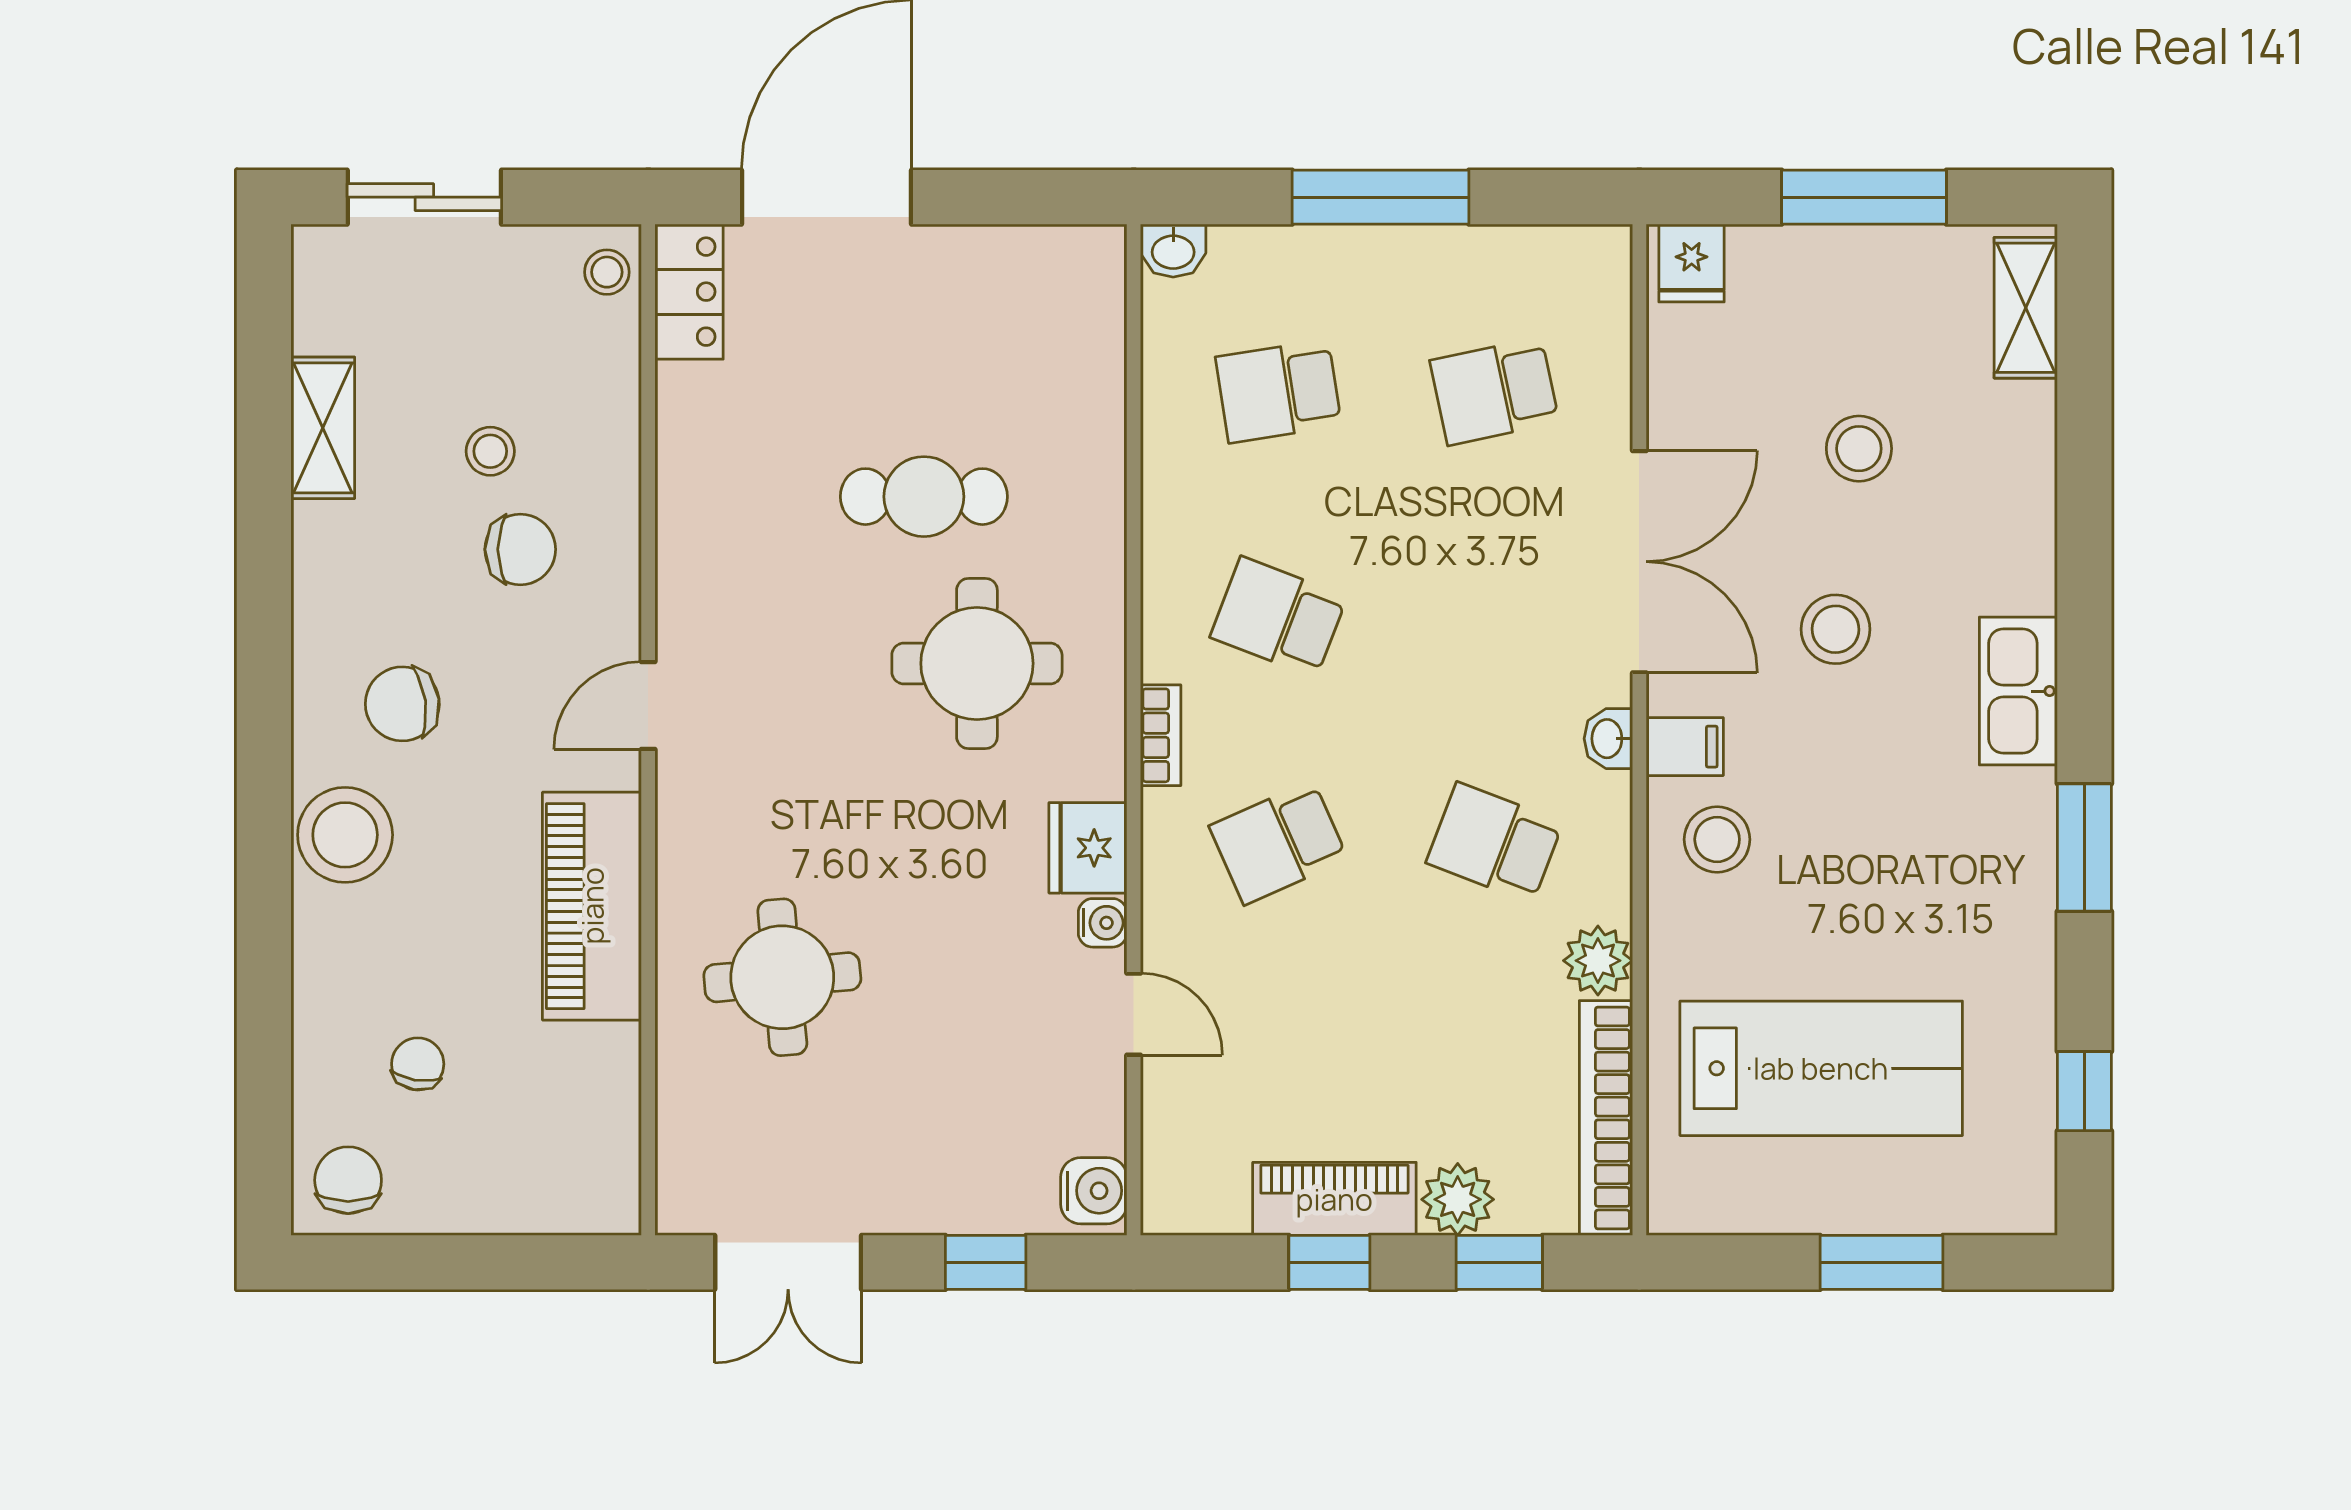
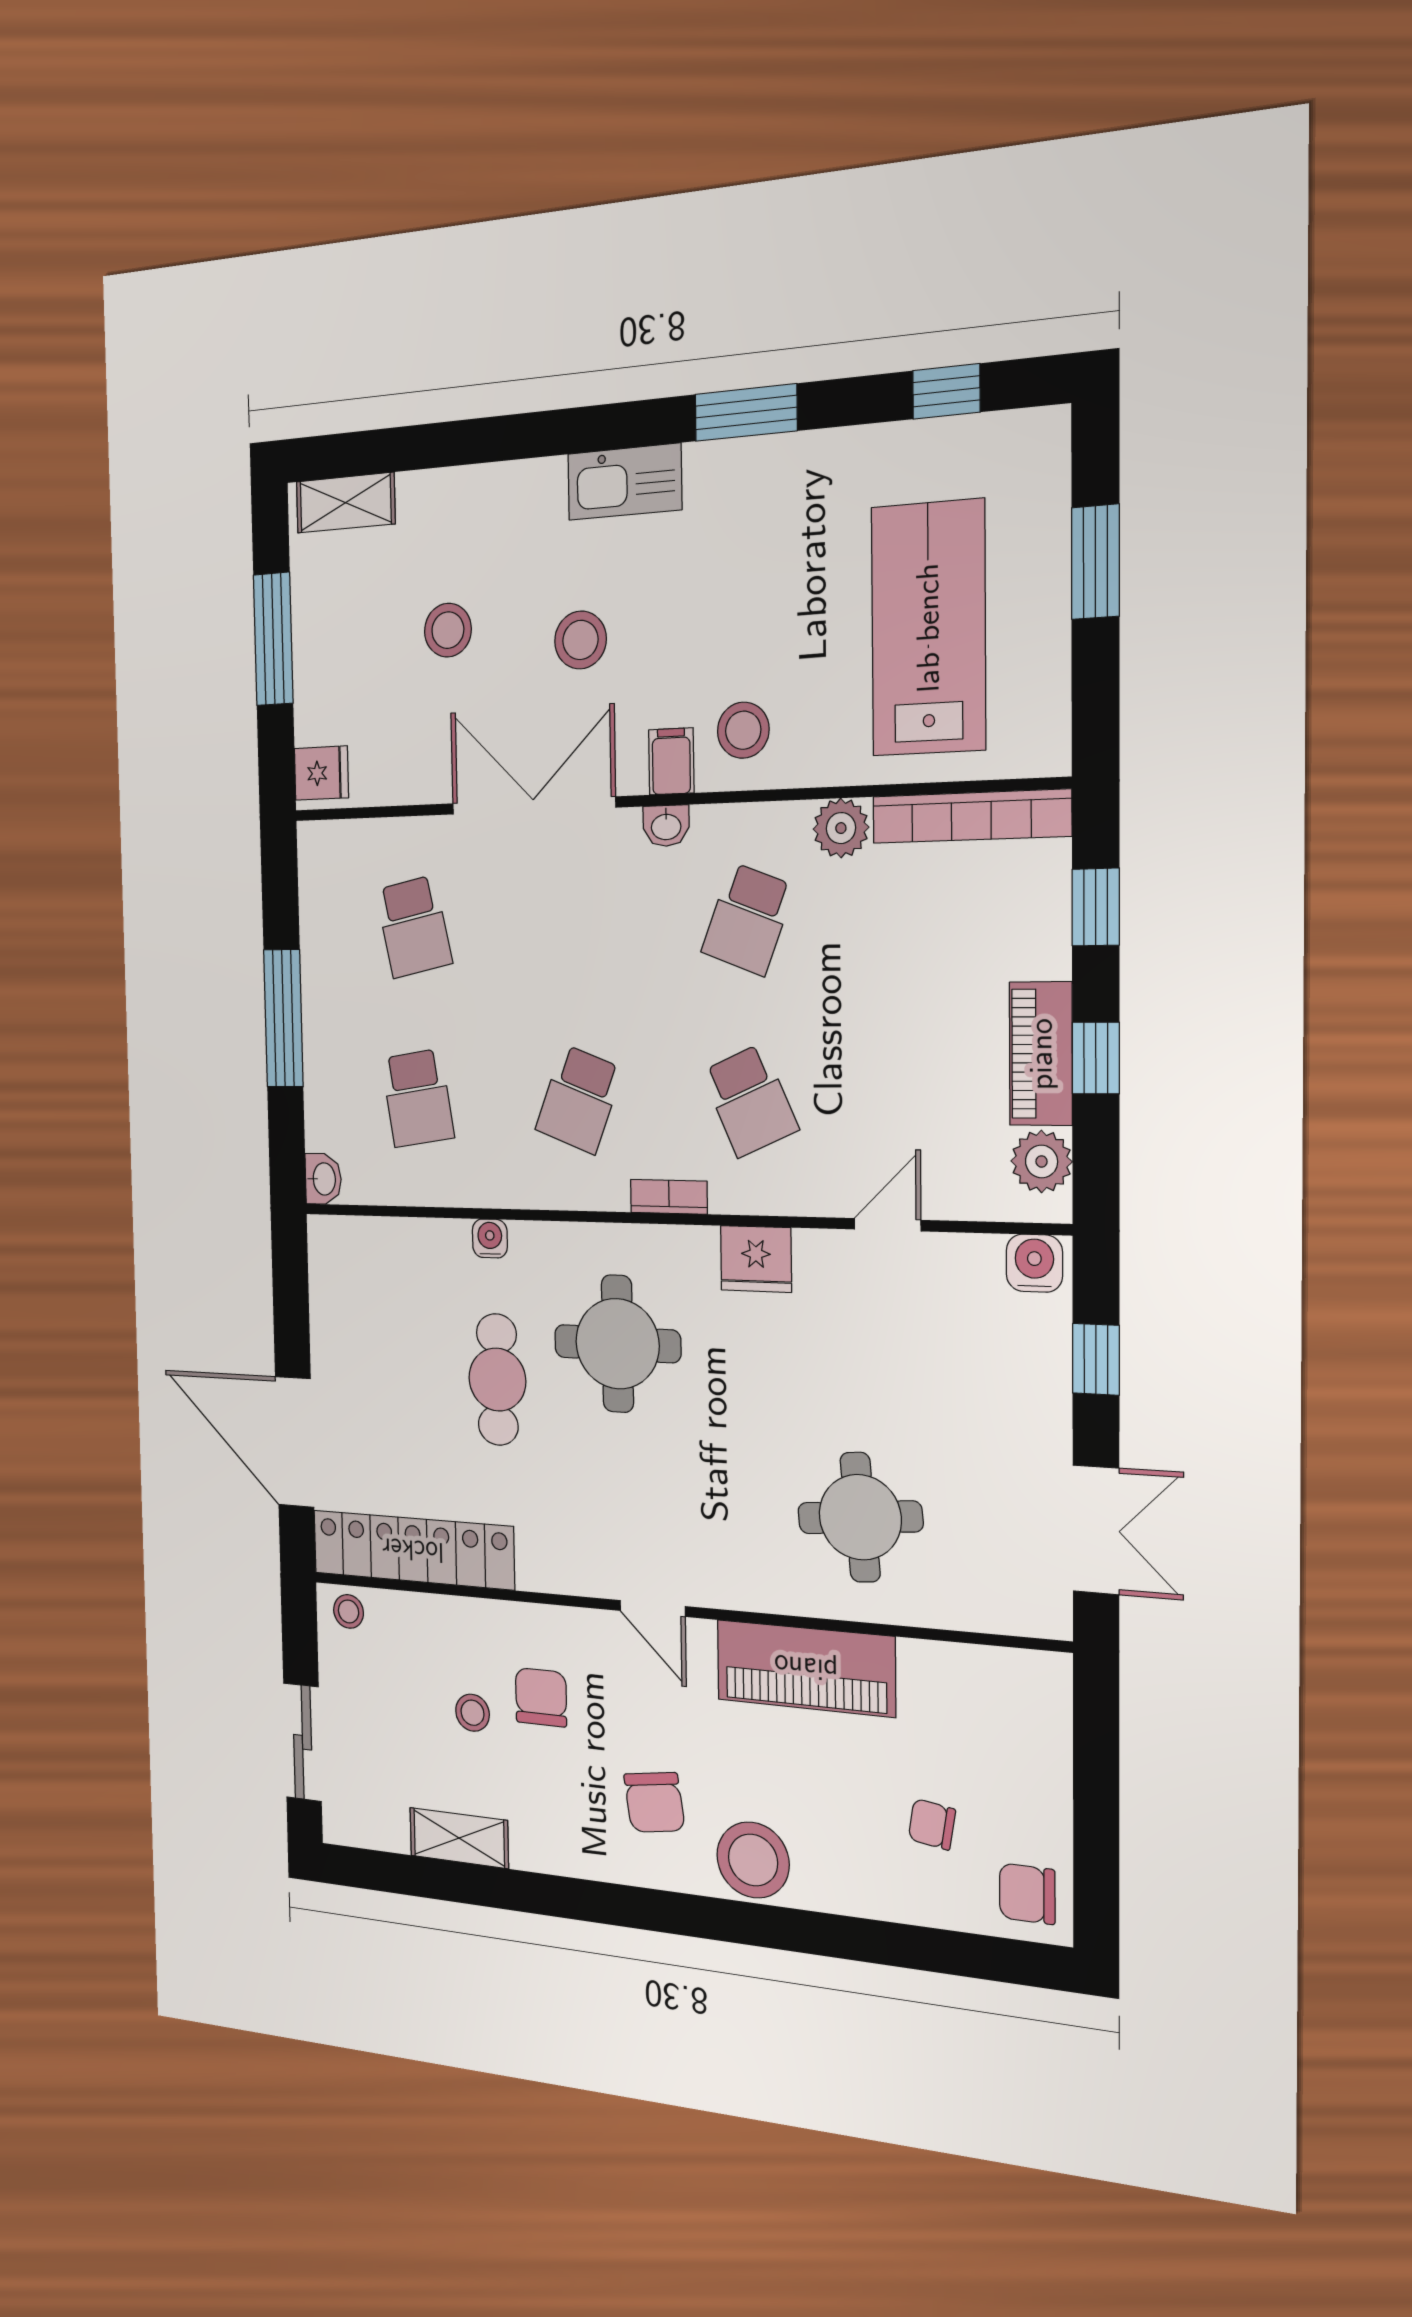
locker: (689, 292) -> (413, 1550), width x2.16, depth x1.21
water cooler: (1103, 923) -> (490, 1238), moved
plant: (1458, 1199) -> (1042, 1161), moved

